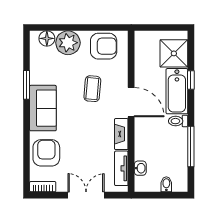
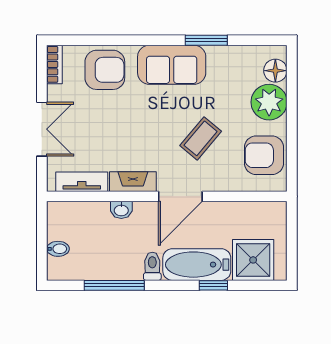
armchair: (104, 46) -> (264, 155), turned 90
coffee table: (92, 89) -> (201, 138), turned -55
washbasin: (140, 168) -> (121, 210), moved

